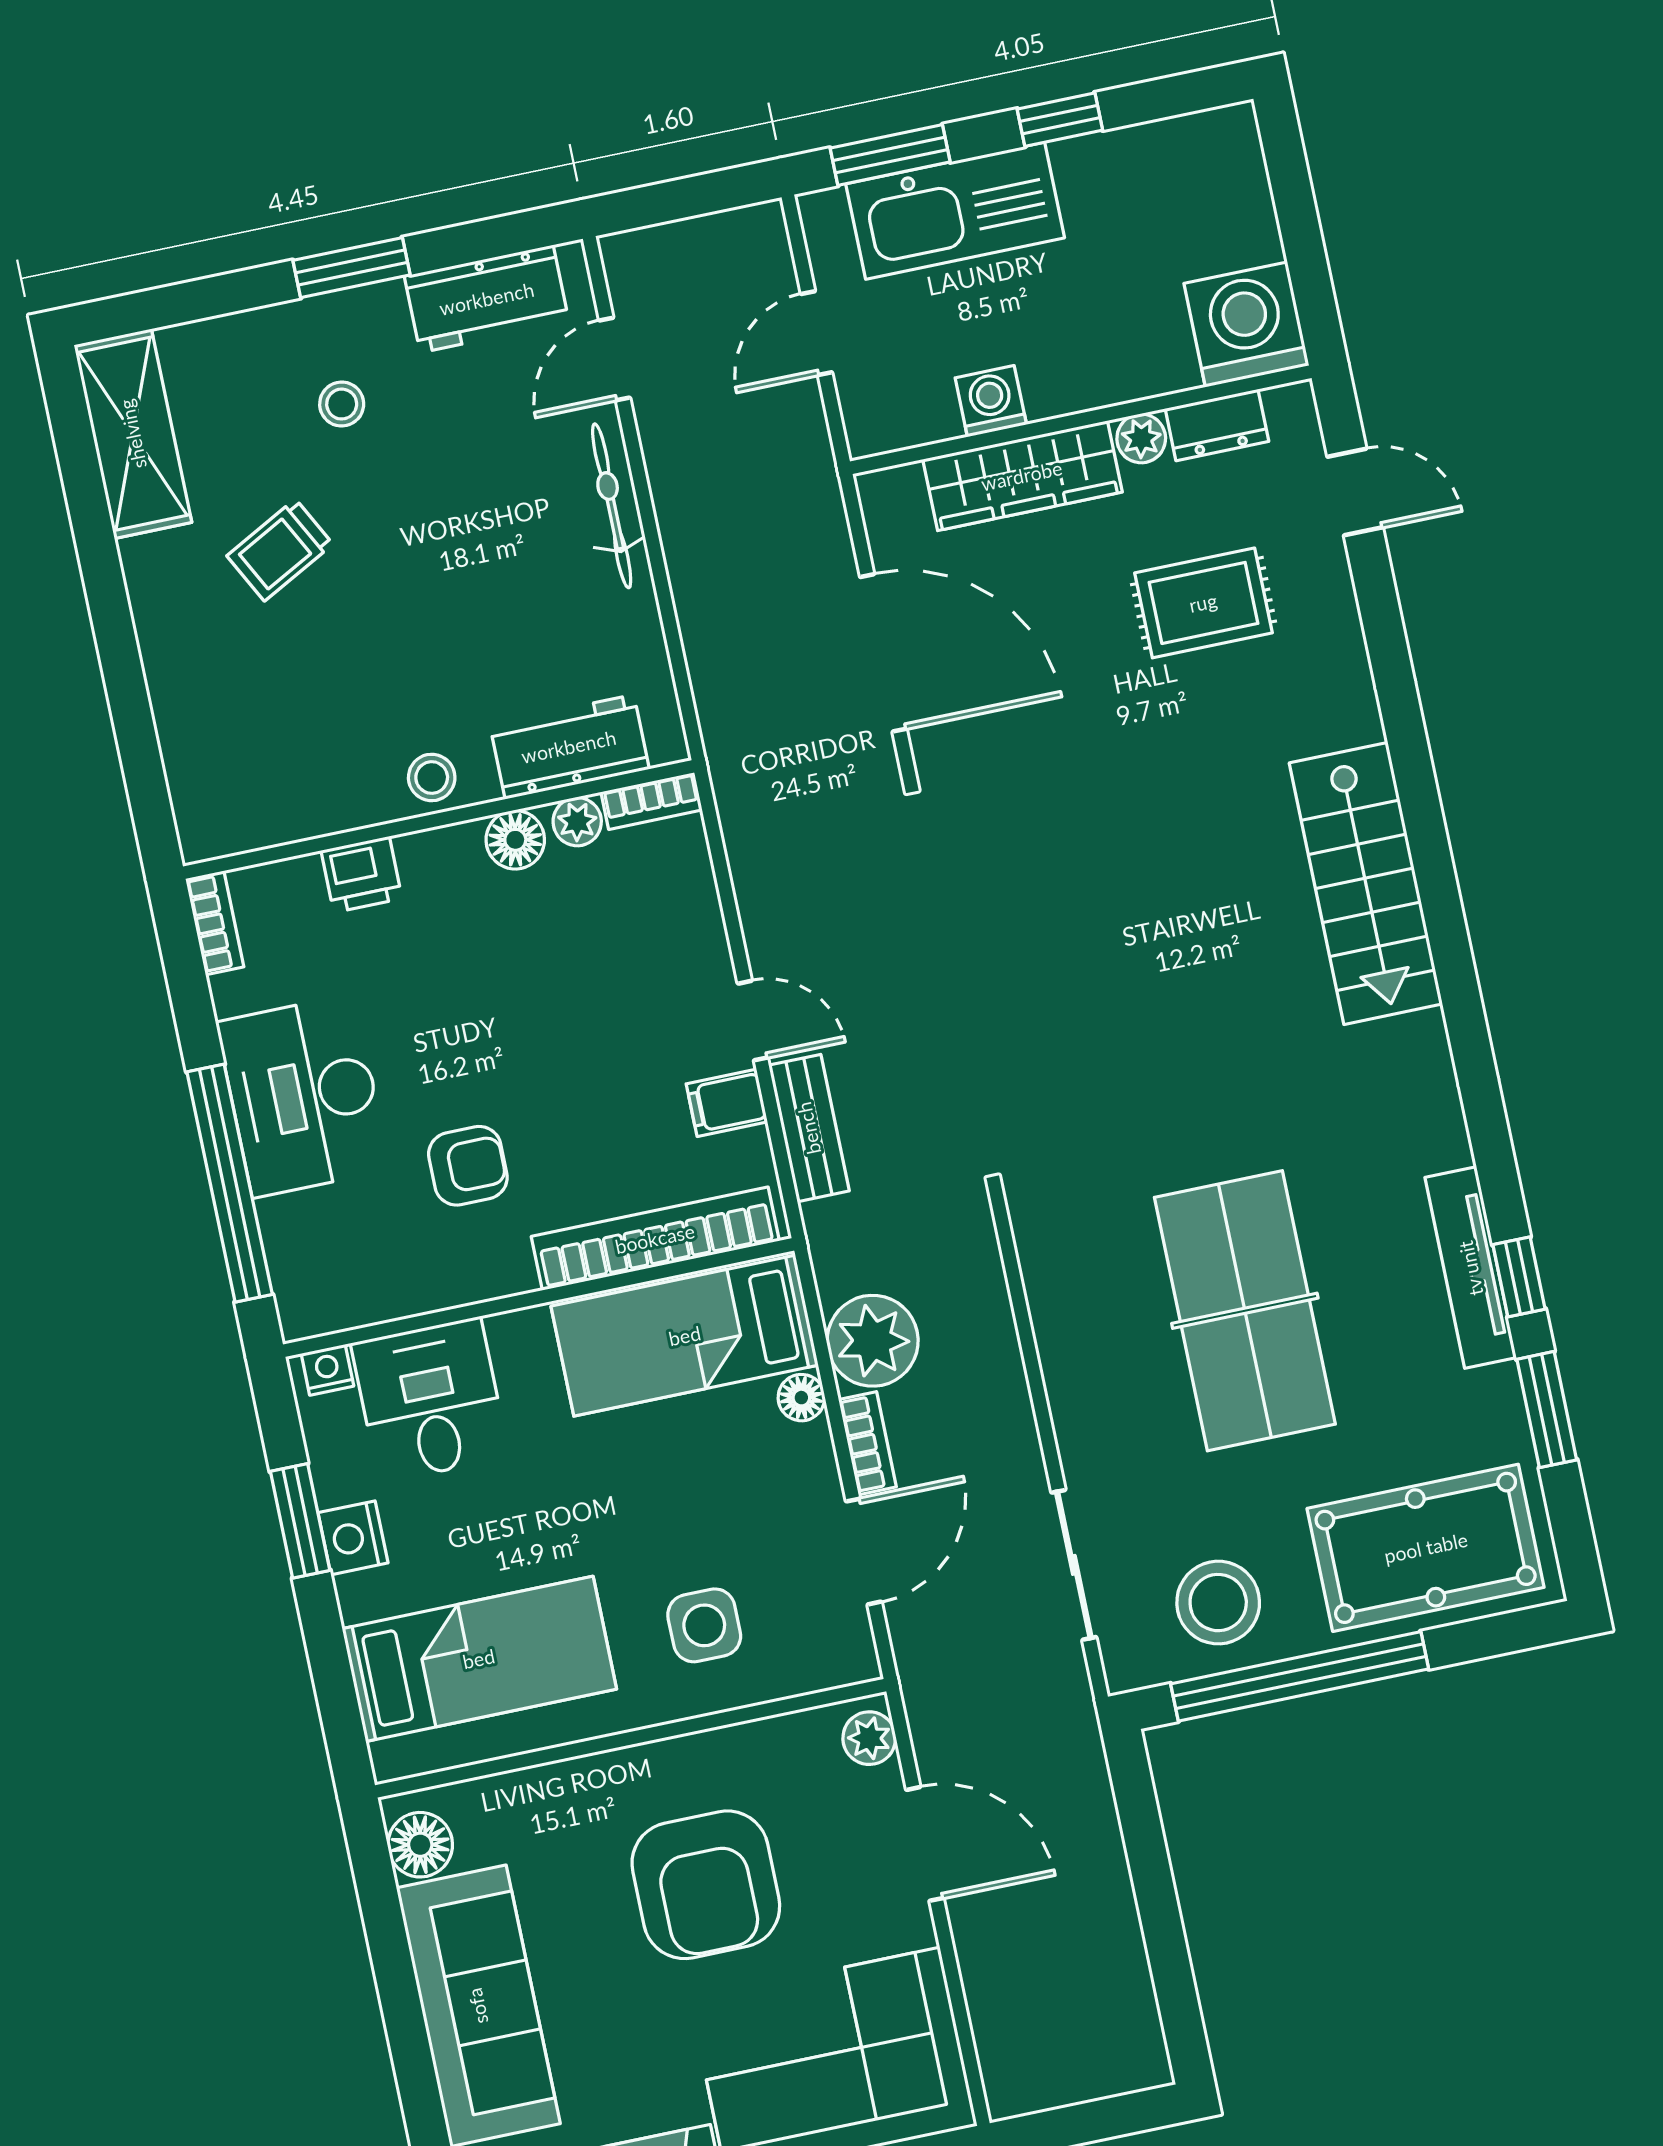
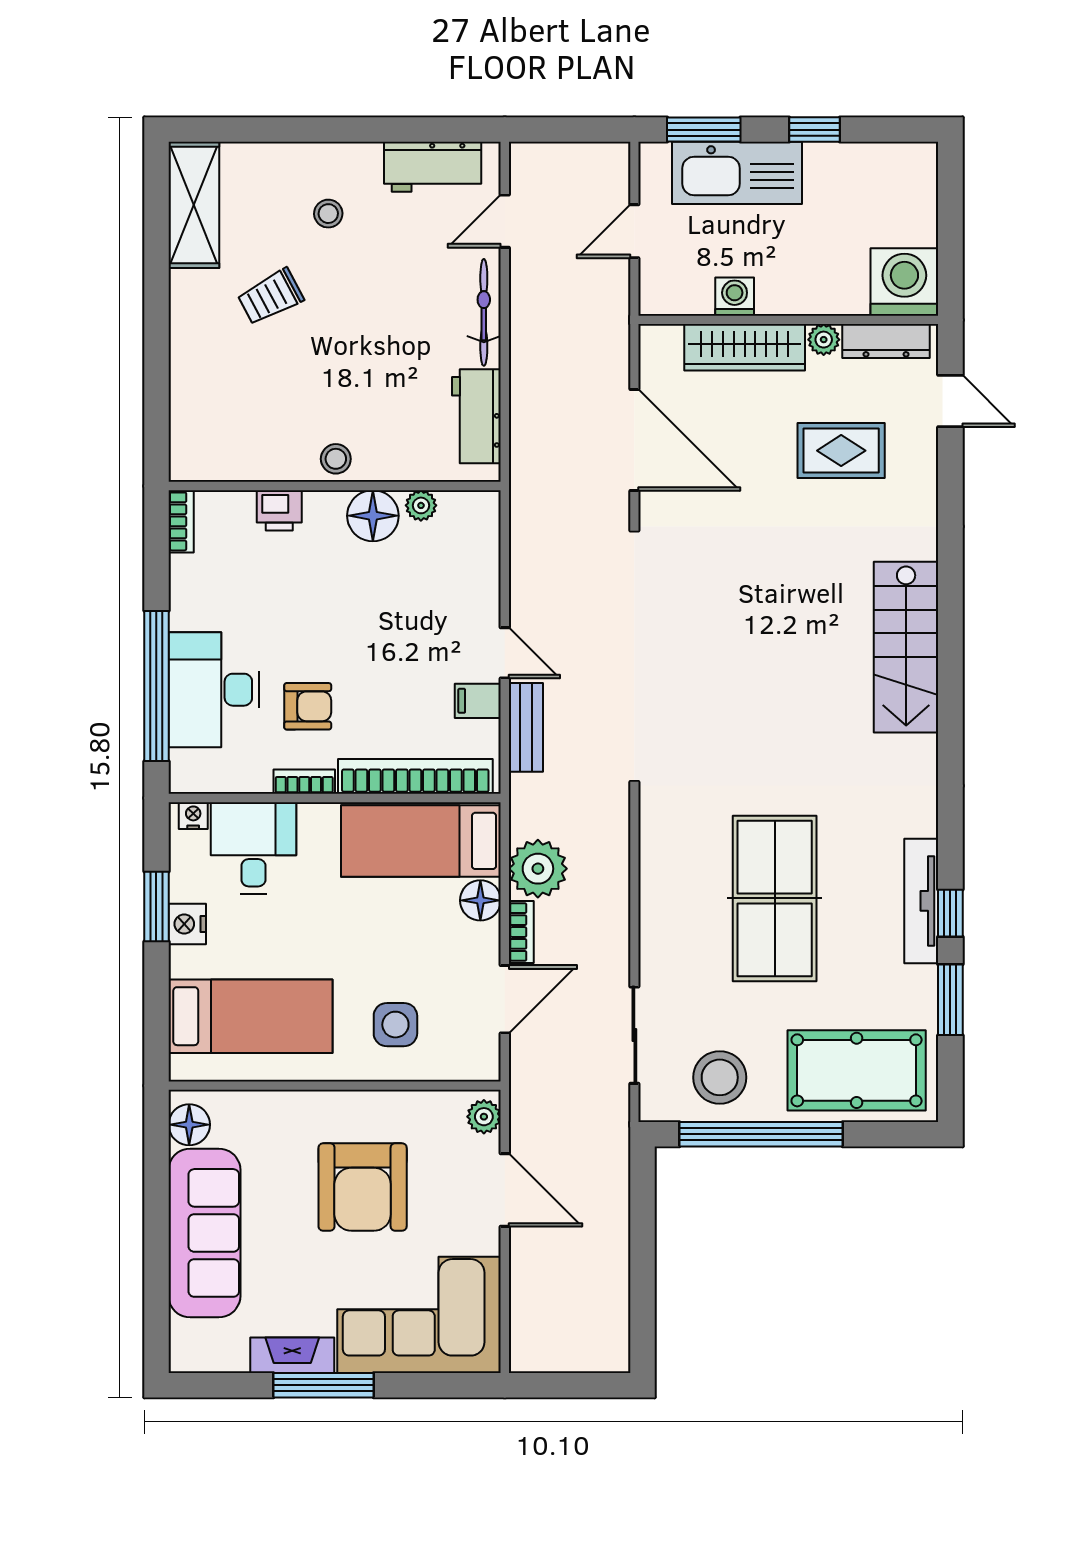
window: (351, 268) -> (352, 130), removed
dresser: (1217, 425) -> (886, 341), width x1.44
workbench: (569, 747) -> (476, 416), moved, turned -90
bookcase: (652, 801) -> (304, 782), moved, turned 180
floor lamp: (515, 840) -> (373, 516), width x1.38, depth x1.38
desk: (303, 1096) -> (214, 690), moved
floor lamp: (801, 1398) -> (480, 900), width x1.37, depth x1.37

